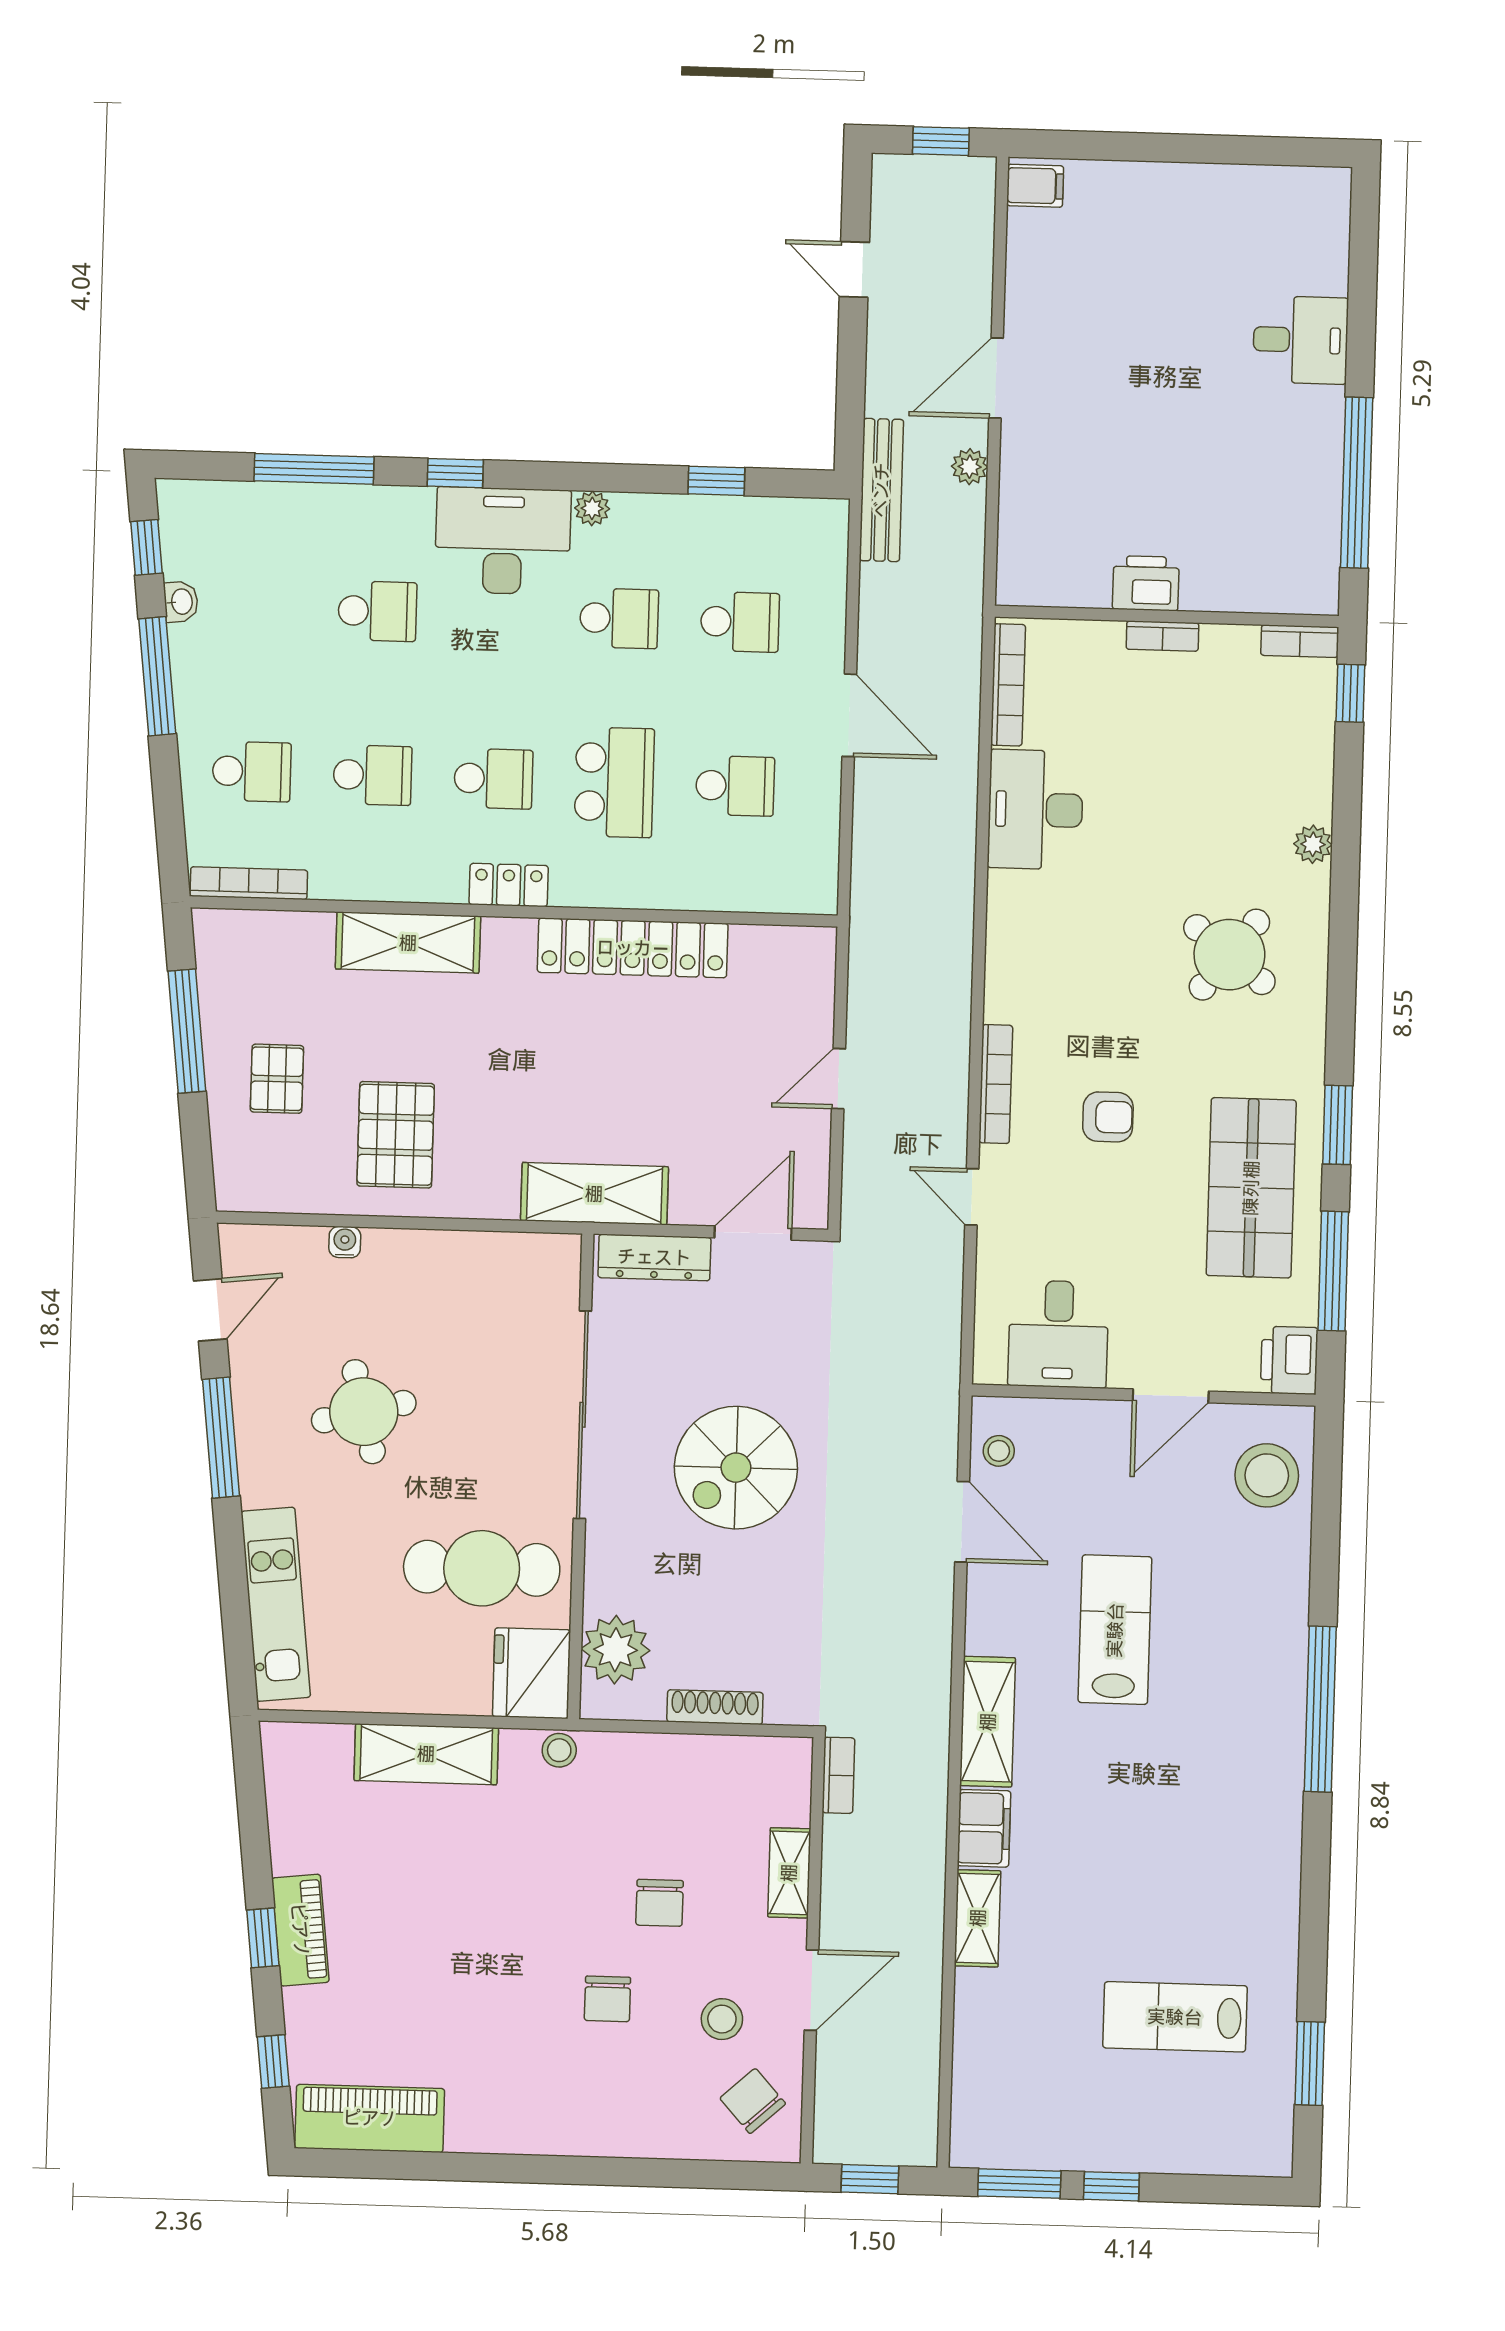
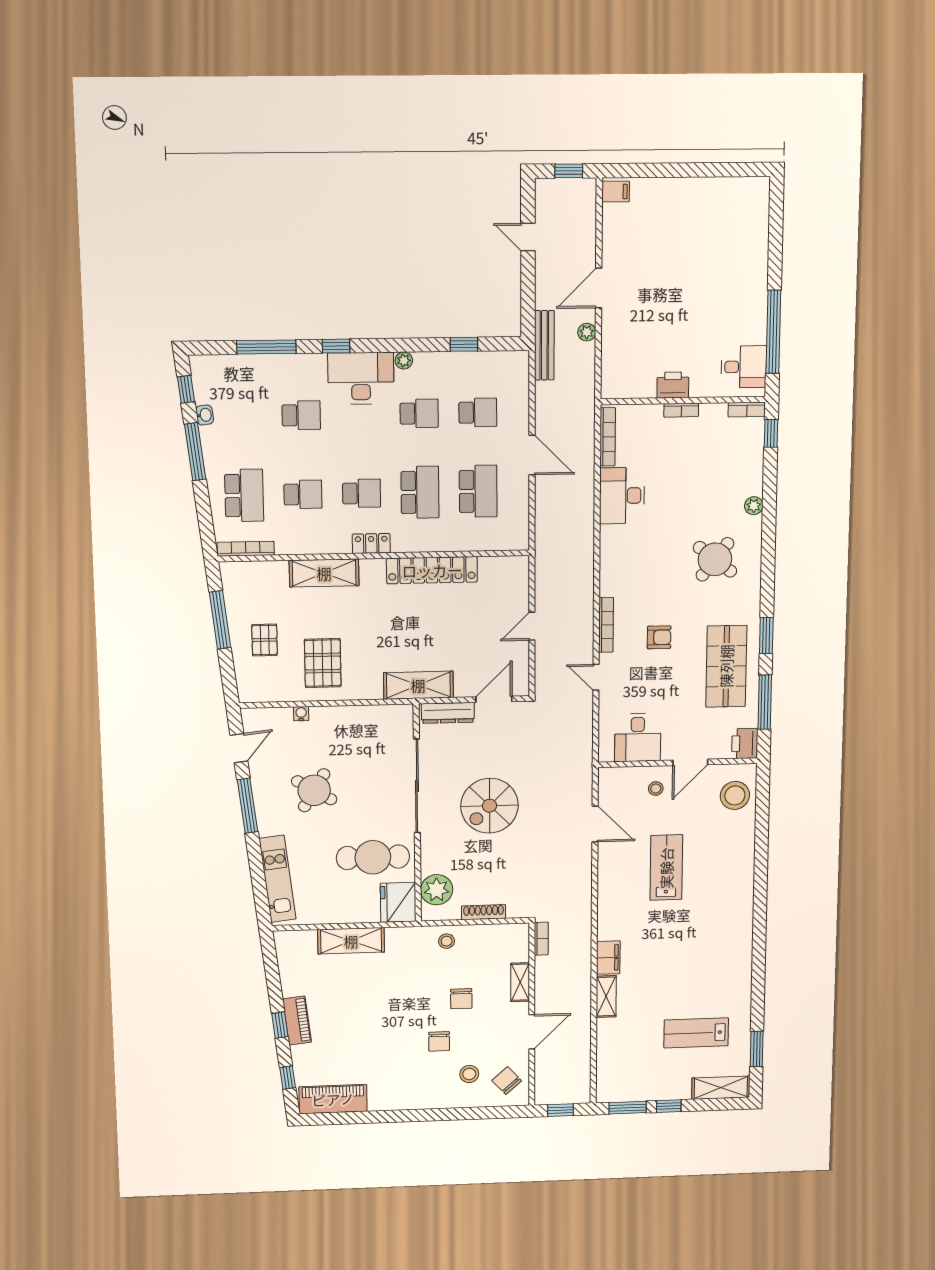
desk: (1300, 340) -> (744, 367), moved
school desk: (252, 771) -> (244, 495), width x1.85
school desk: (735, 786) -> (478, 491), width x1.85
round table: (364, 1412) -> (314, 790), turned 45
stool: (999, 1451) -> (656, 789), moved
window: (1320, 1709) -> (760, 897), removed
shelving: (988, 1722) -> (721, 1088), moved, turned 90
stool: (559, 1750) -> (447, 941), moved
stool: (722, 2019) -> (469, 1074), moved

